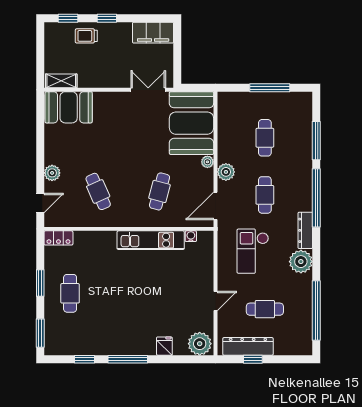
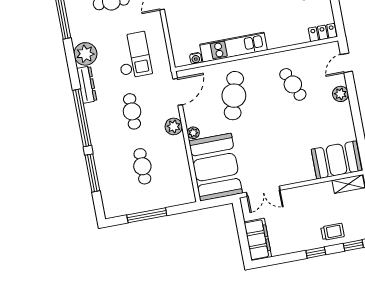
filing cabinet: (153, 33) -> (258, 239), moved, turned 90
cafe table: (160, 191) -> (234, 96), width x1.37, depth x1.35

